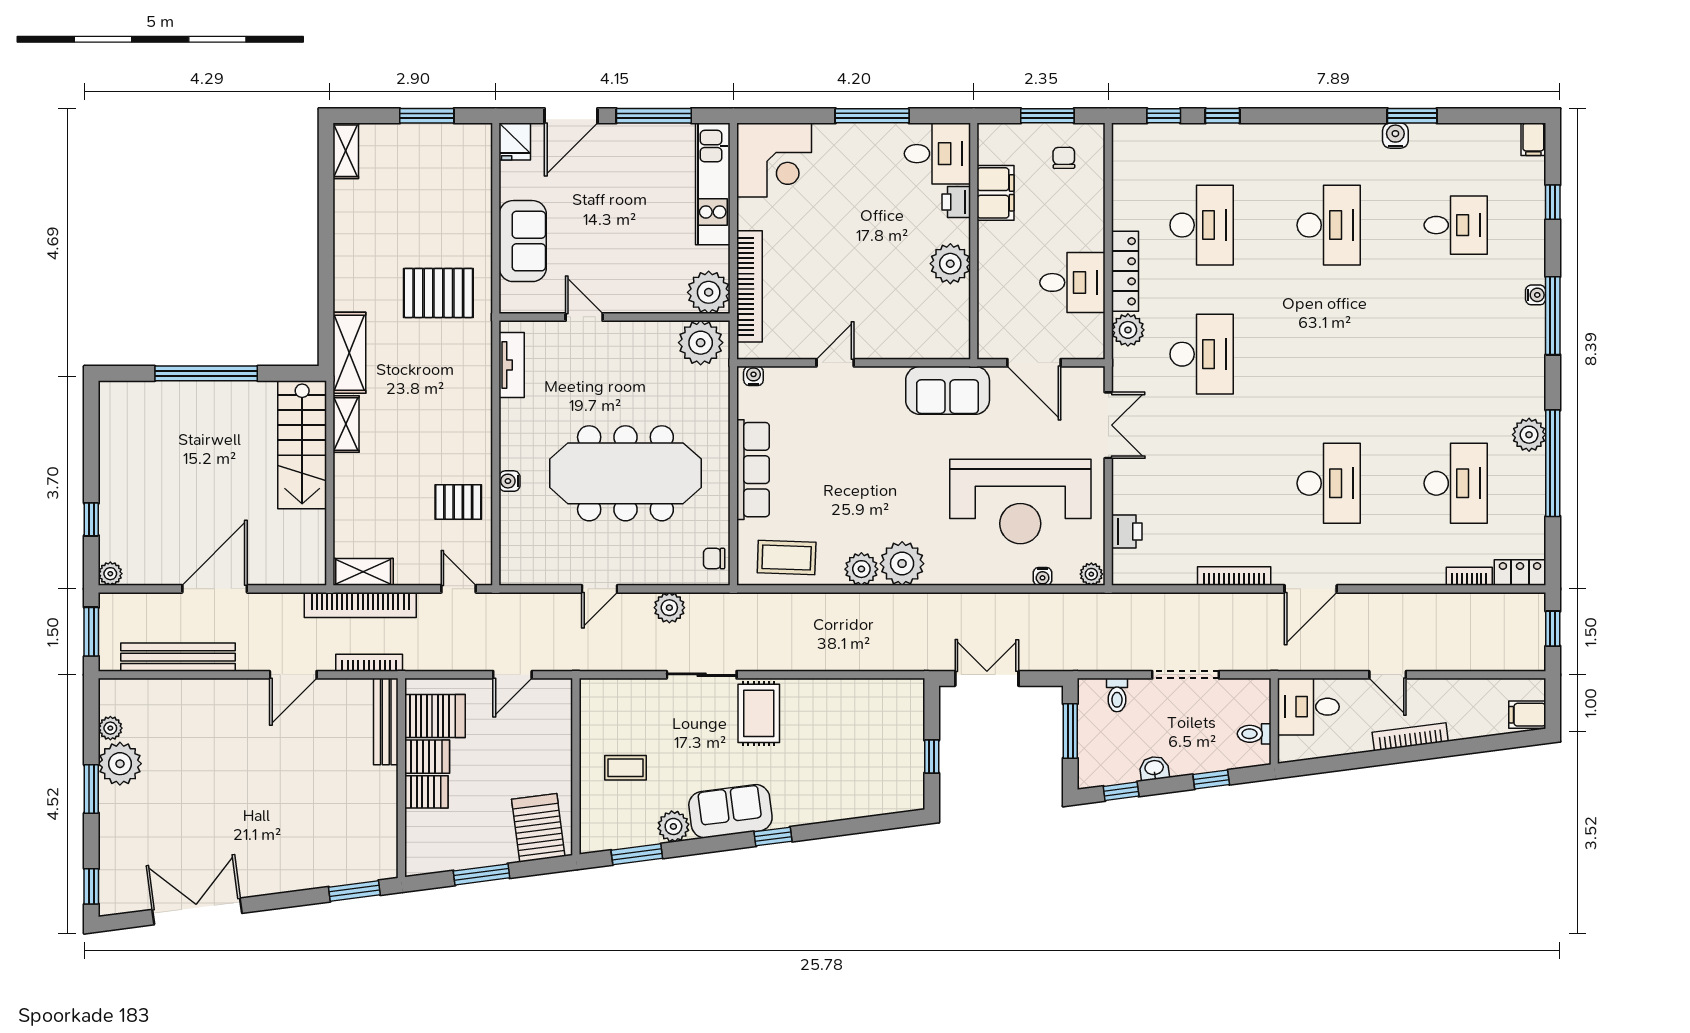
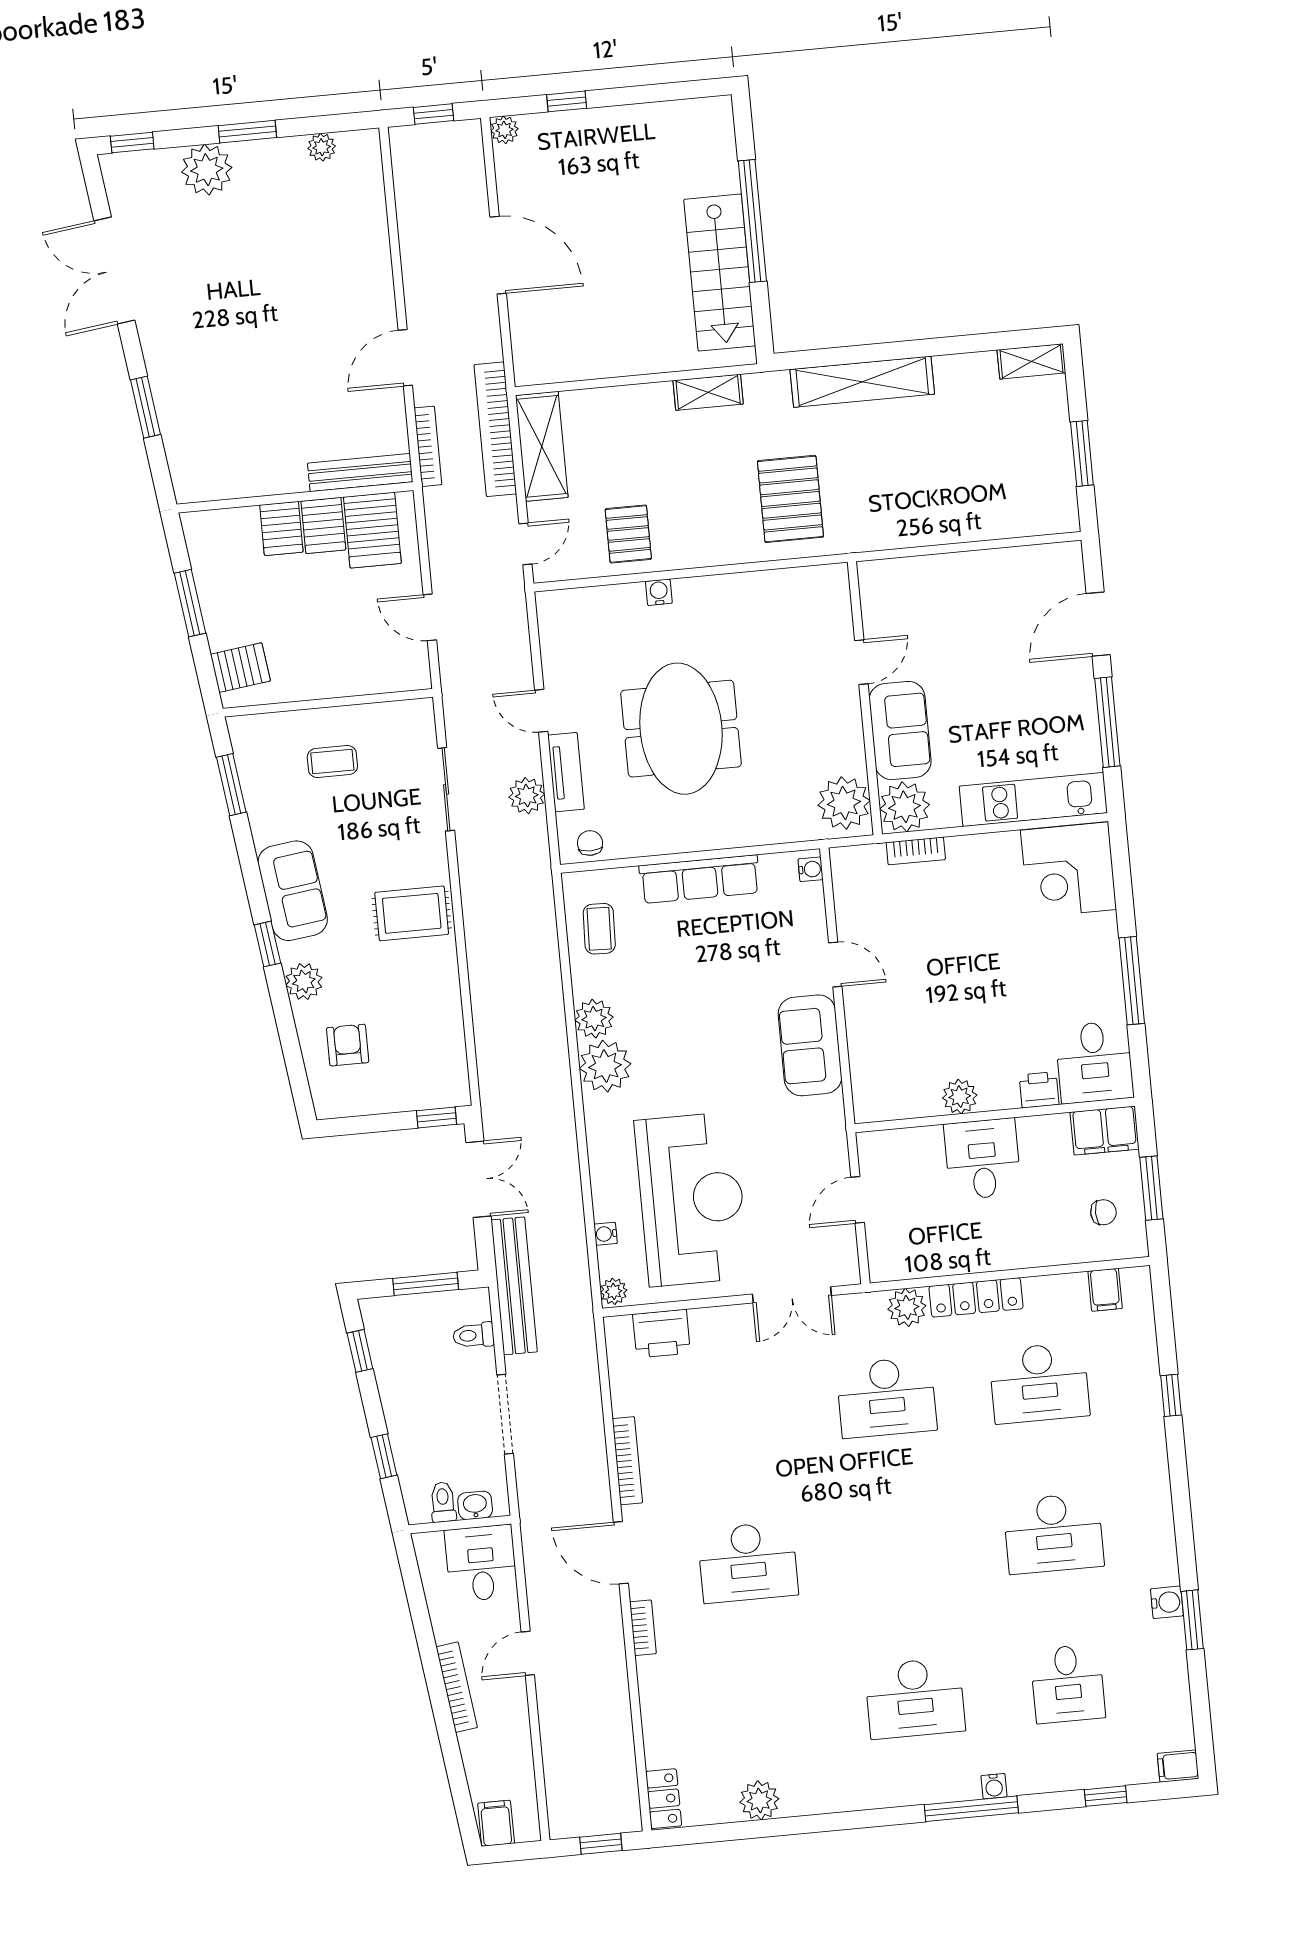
door: (571, 116) -> (1098, 624), hinge flipped
window: (1164, 116) -> (1164, 1326), removed
fridge: (515, 142) -> (1061, 561), removed
filing cabinet: (1129, 163) -> (1105, 1290), added
filing cabinet: (996, 193) -> (1105, 1131), moved
sofa: (523, 241) -> (900, 731), moved, turned -90
plant: (950, 264) -> (960, 1097), width x0.73, depth x0.73
desk: (1072, 282) -> (982, 1159), moved, turned 180
bookcase: (749, 286) -> (916, 851), width x0.43, depth x0.76
pallet: (438, 293) -> (790, 499), moved
shelving: (349, 353) -> (862, 382), moved, width x1.47
door: (1034, 363) -> (858, 1200), width x0.73
tv unit: (512, 365) -> (566, 772), moved, turned -90
sofa: (948, 390) -> (810, 1045), moved
plant: (1529, 435) -> (759, 1800), moved
stairs: (302, 445) -> (720, 273), moved, turned -90
window: (1553, 463) -> (797, 1825), removed
meeting table: (625, 473) -> (681, 729), width x0.73
desk: (1456, 483) -> (915, 1698), moved
reception desk: (1020, 502) -> (692, 1199), turned 180
printer: (1127, 531) -> (661, 1334), width x1.36, depth x1.24
coffee table: (787, 558) -> (599, 929), width x0.73, depth x0.77
shelving: (363, 572) -> (542, 446), width x1.50, depth x1.33
bookcase: (1469, 576) -> (643, 1628), moved
window: (91, 632) -> (433, 114), width x0.67
bench: (178, 657) -> (514, 1286), moved
door: (293, 675) -> (405, 358), hinge flipped
sliding door: (702, 675) -> (446, 789), moved
window: (932, 757) -> (437, 1117), moved
plant: (120, 764) -> (207, 170), moved
coffee table: (625, 768) -> (332, 762), turned 90
washbasin: (1154, 768) -> (475, 1505), moved, turned -83
armchair: (864, 777) -> (348, 1045), added
plant: (673, 826) -> (304, 982), moved
server rack: (538, 828) -> (240, 668), width x0.73, depth x0.70
window: (354, 891) -> (145, 407), moved
double door: (197, 911) -> (114, 271), swing flipped

